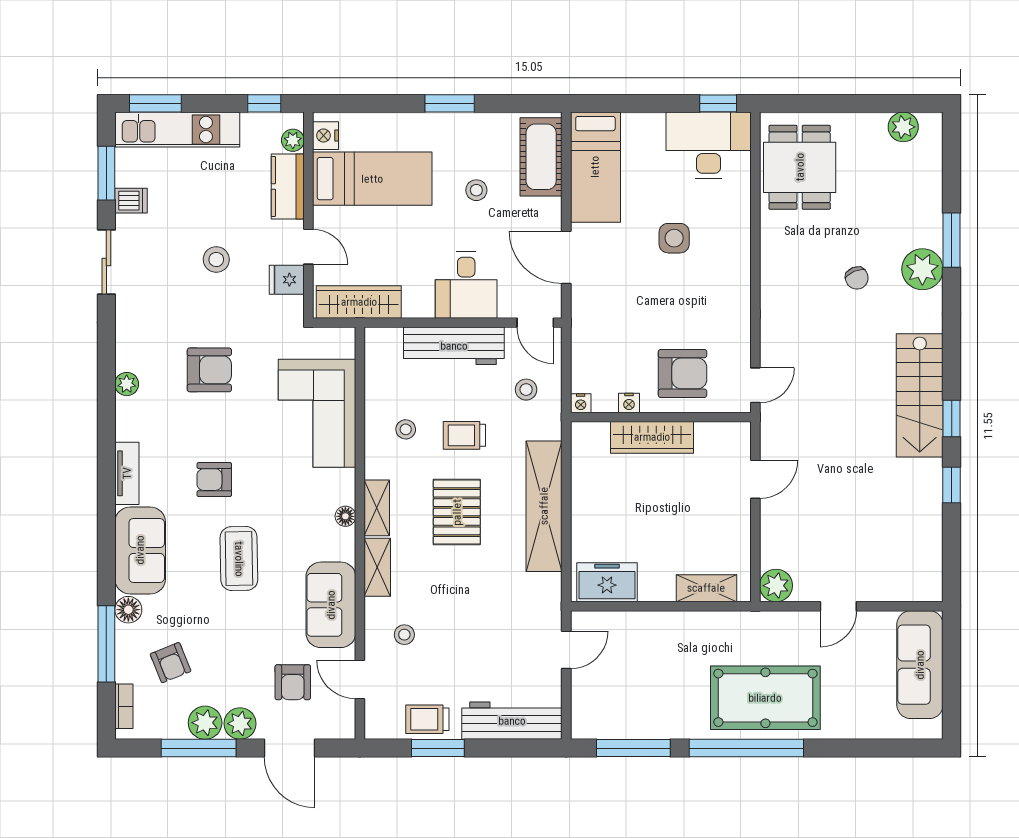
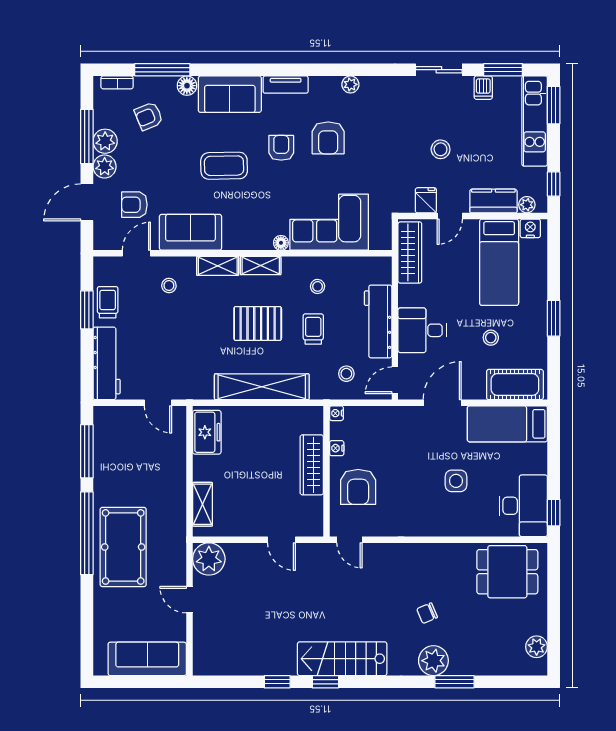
armchair: (209, 370) -> (328, 138), moved
floor lamp: (345, 516) -> (281, 243), moved
plant: (776, 586) -> (209, 559), width x1.36, depth x1.36

